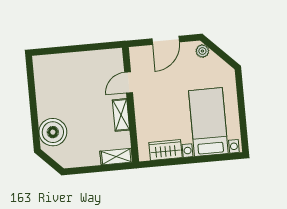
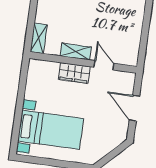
plant: (202, 51) -> (117, 139), removed
wardrobe: (166, 150) -> (74, 73), moved, turned 90

